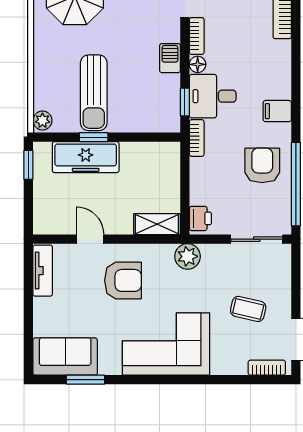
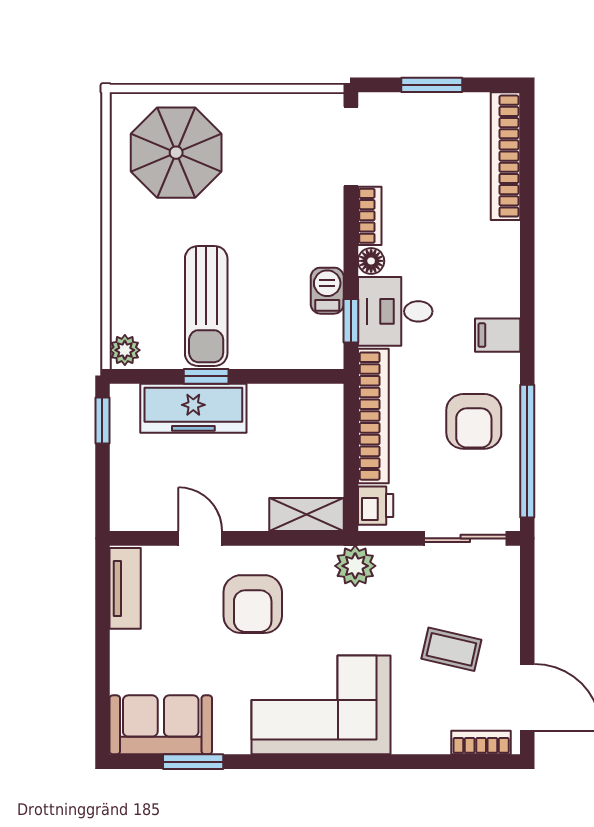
barbecue: (170, 58) -> (327, 291), moved
bookcase: (197, 138) -> (373, 416), width x2.31, depth x1.31
armchair: (262, 165) -> (474, 421), turned 180
armchair: (123, 280) -> (253, 604), turned 90

